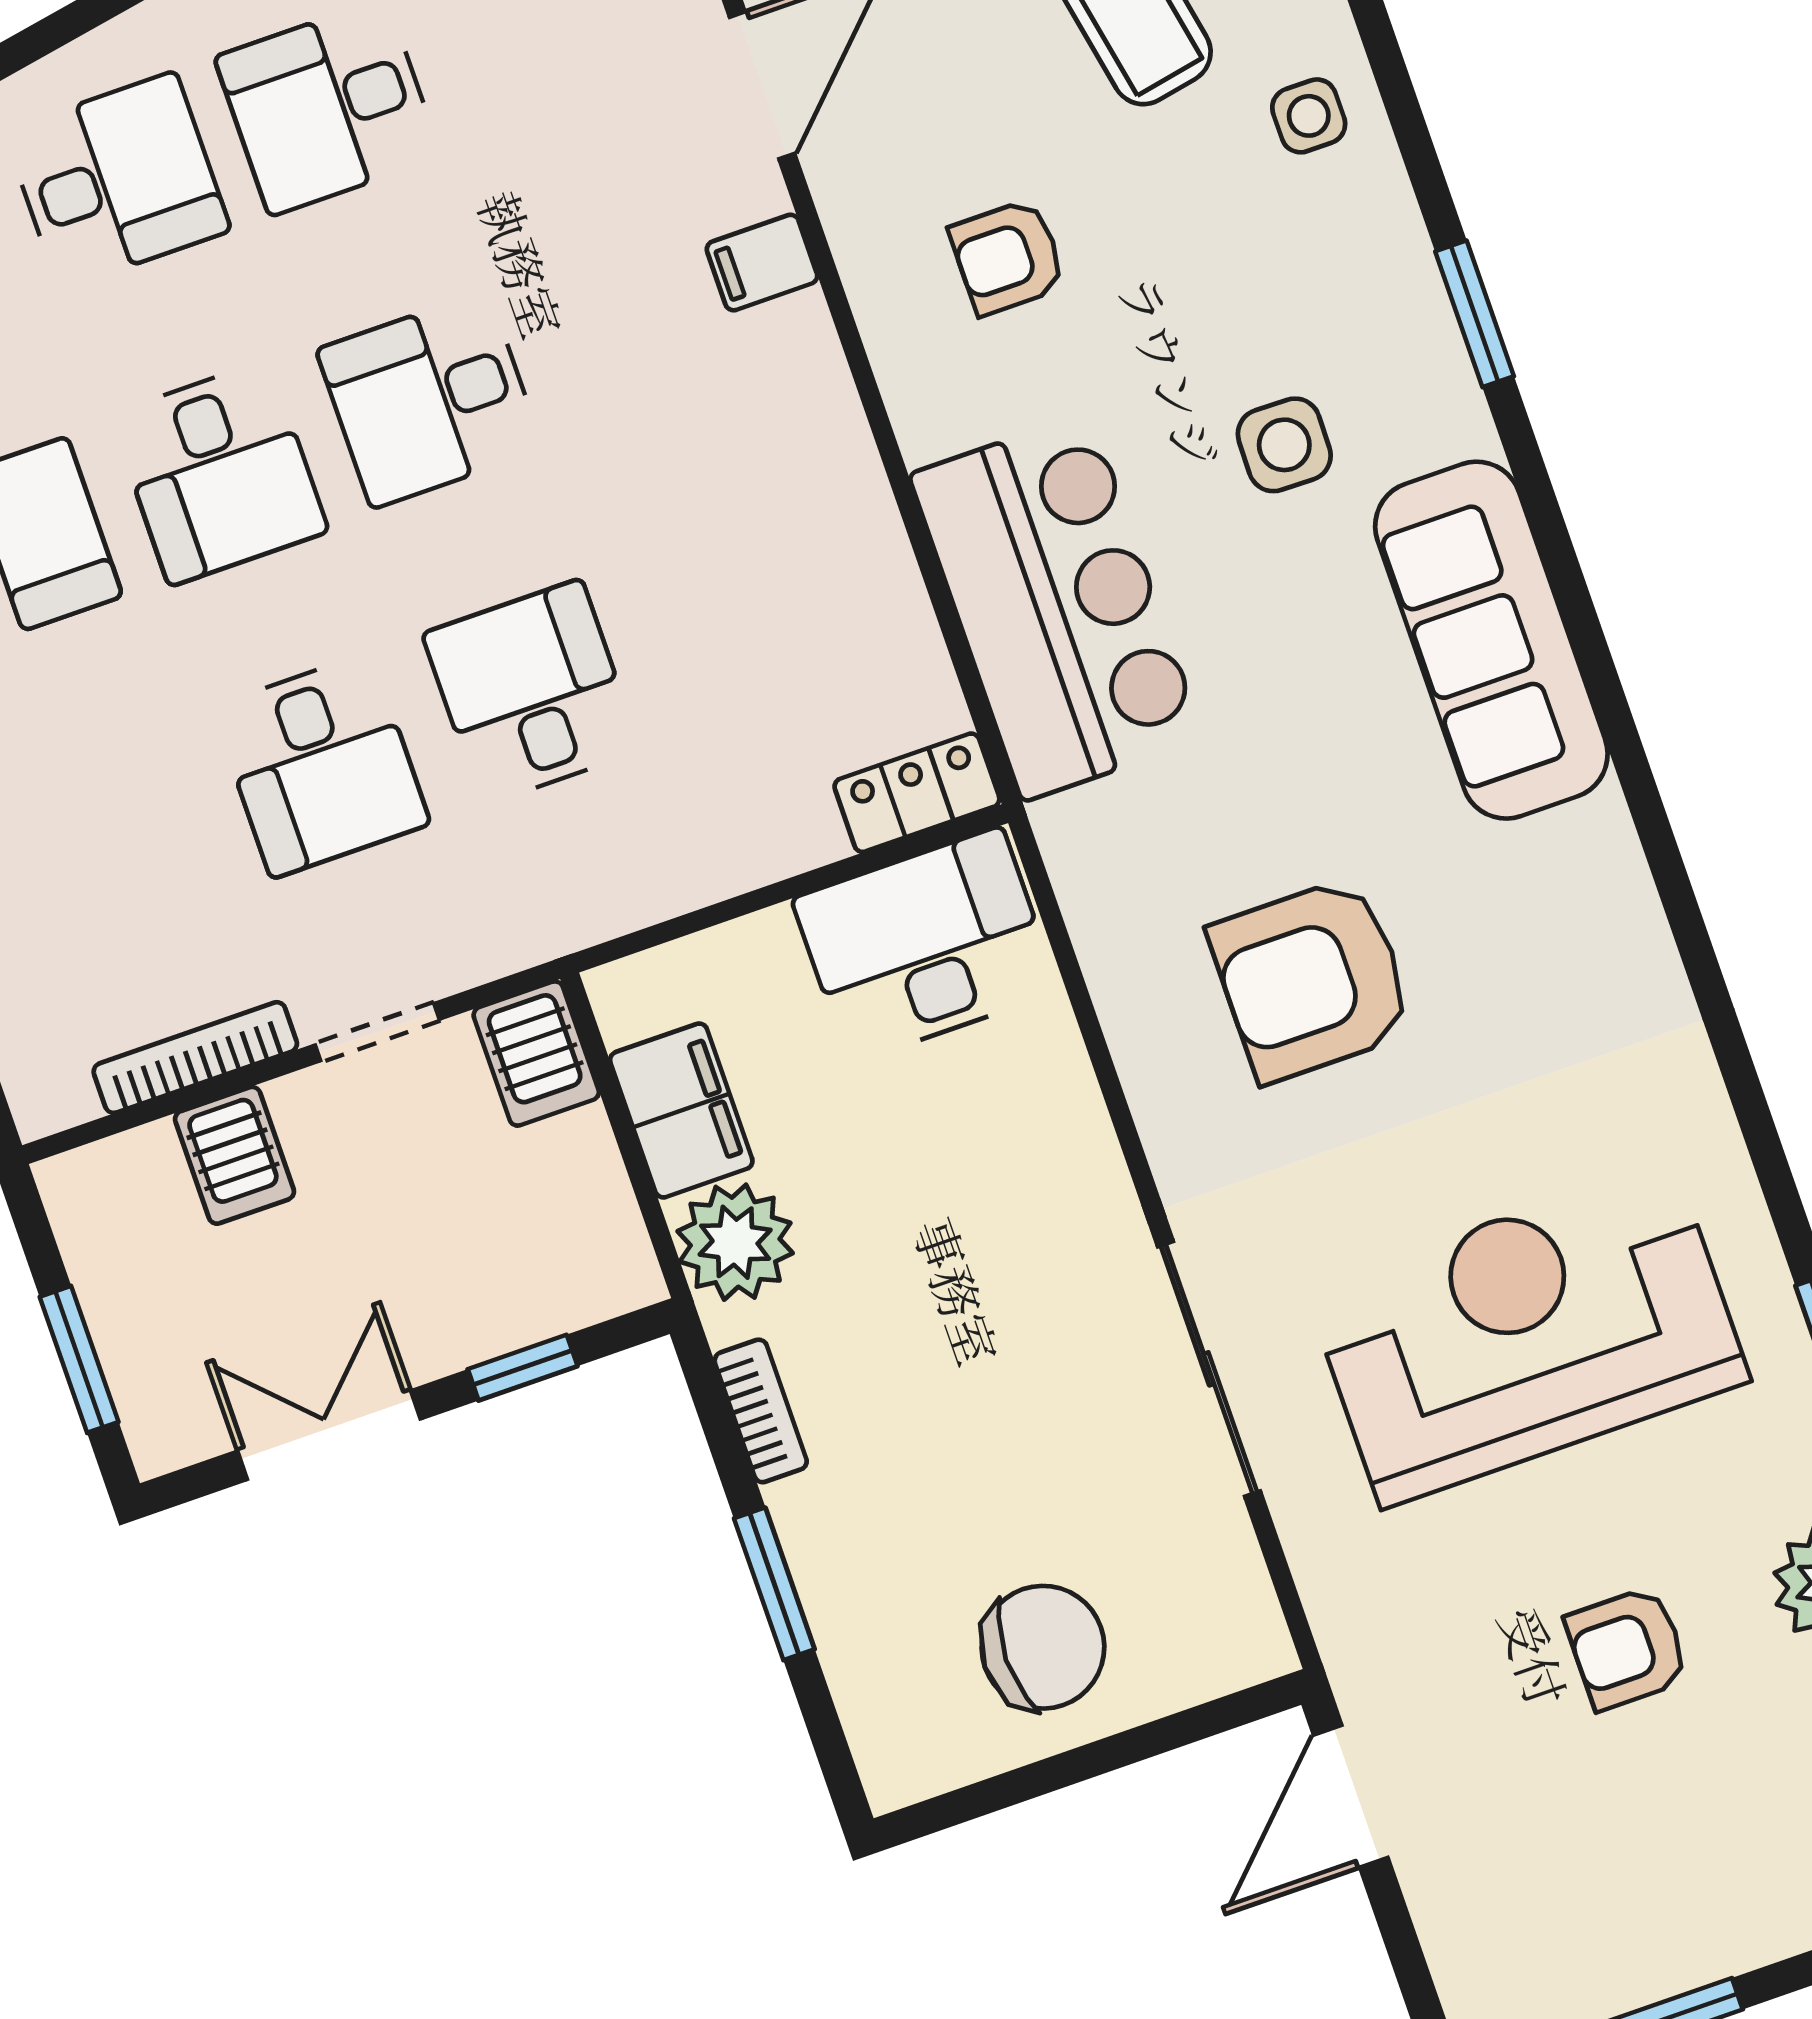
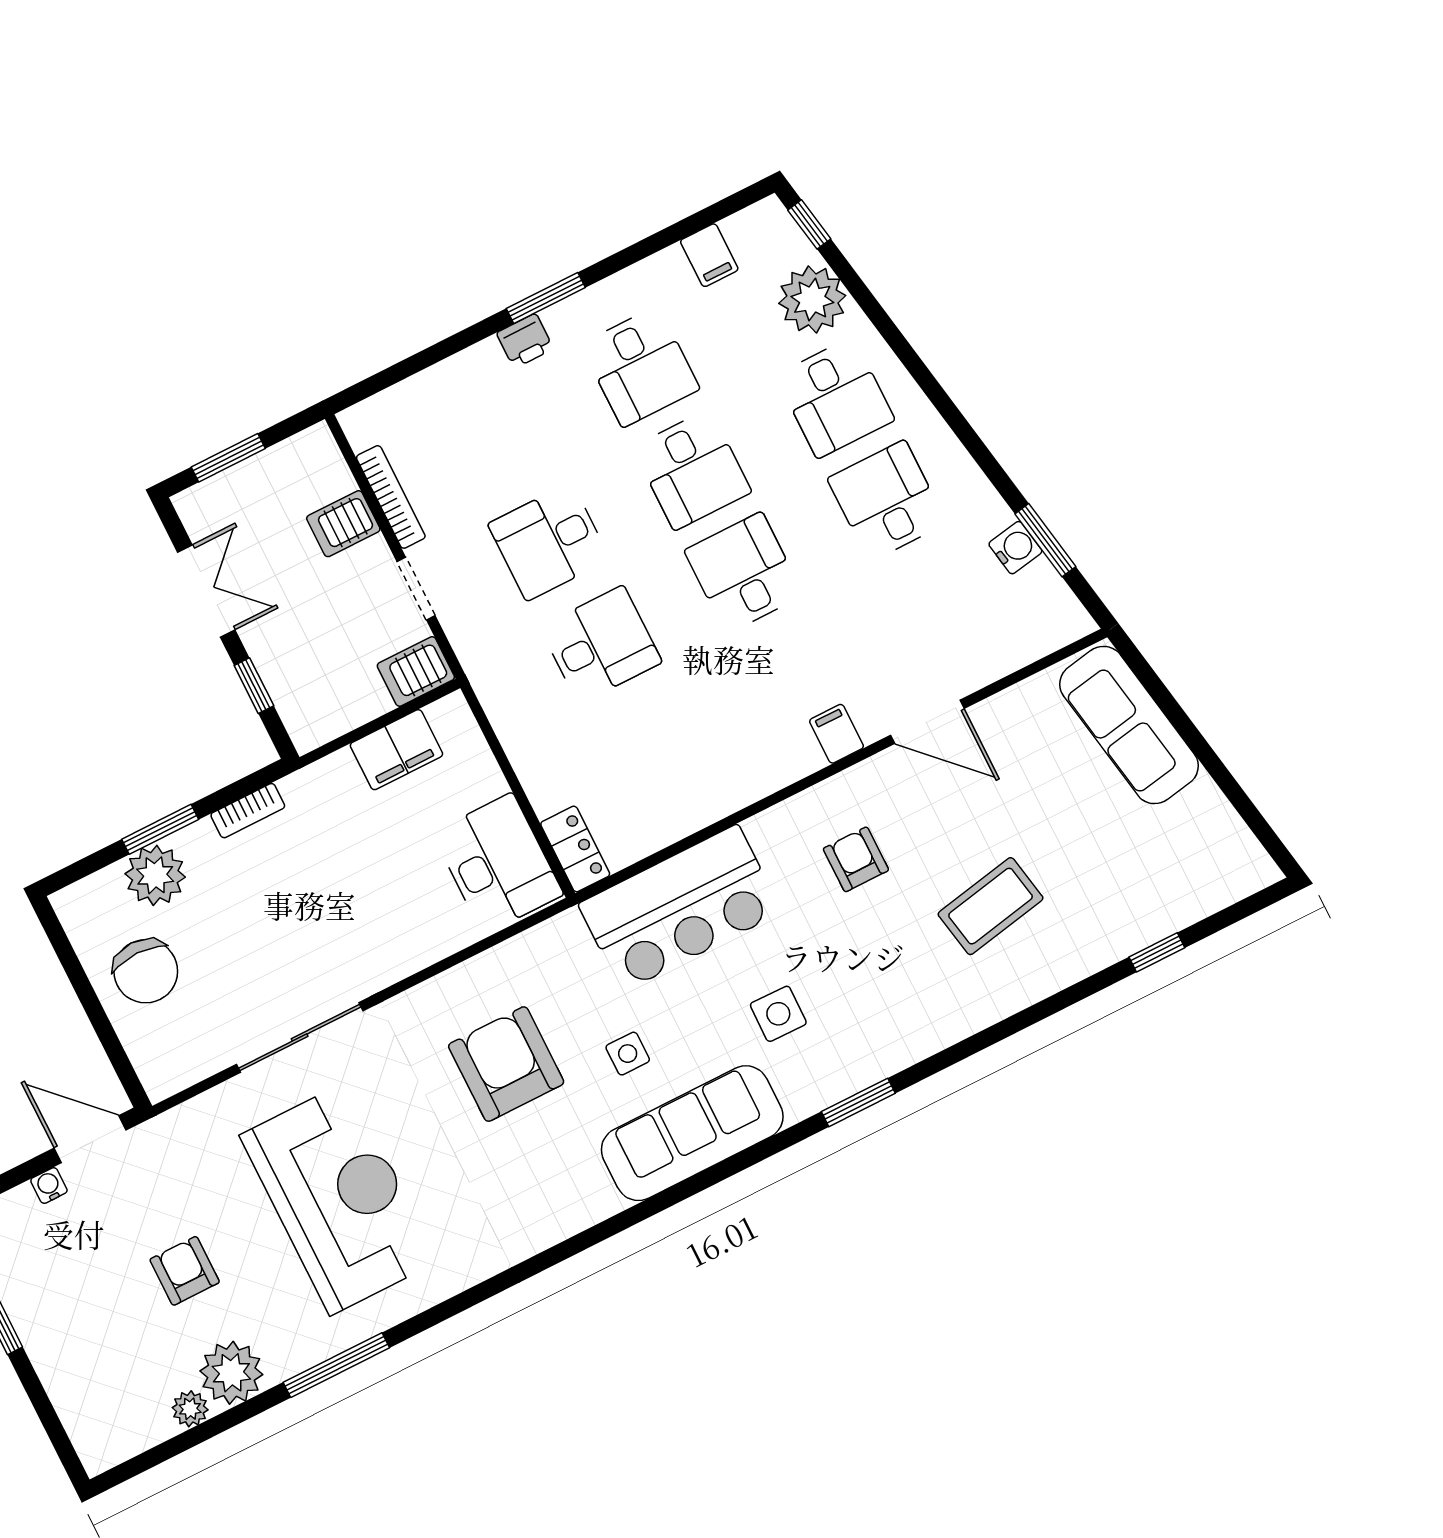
side table: (1309, 116) -> (628, 1054), moved
desk: (219, 473) -> (692, 470), turned -90
plant: (735, 1242) -> (155, 875), moved
water cooler: (1429, 1887) -> (49, 1186), added

